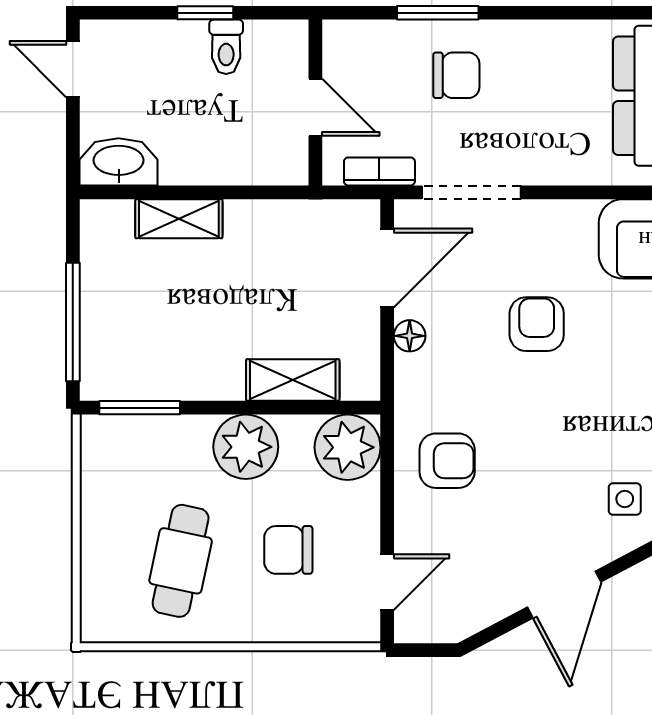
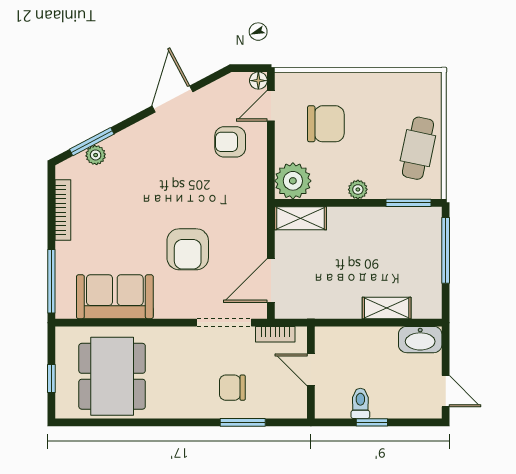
armchair: (537, 324) -> (188, 249), width x1.38, depth x1.38
floor lamp: (410, 336) -> (258, 81), moved
shelving: (293, 380) -> (301, 218), moved
plant: (246, 447) -> (358, 189), width x0.53, depth x0.53
armchair: (447, 461) -> (230, 142), moved
side table: (625, 499) -> (139, 152), removed
chair: (288, 550) -> (326, 124), width x1.37, depth x1.37
cafe table: (181, 561) -> (418, 148), moved

